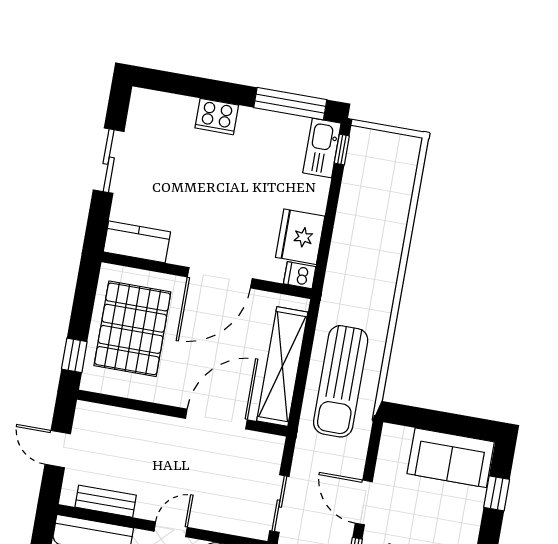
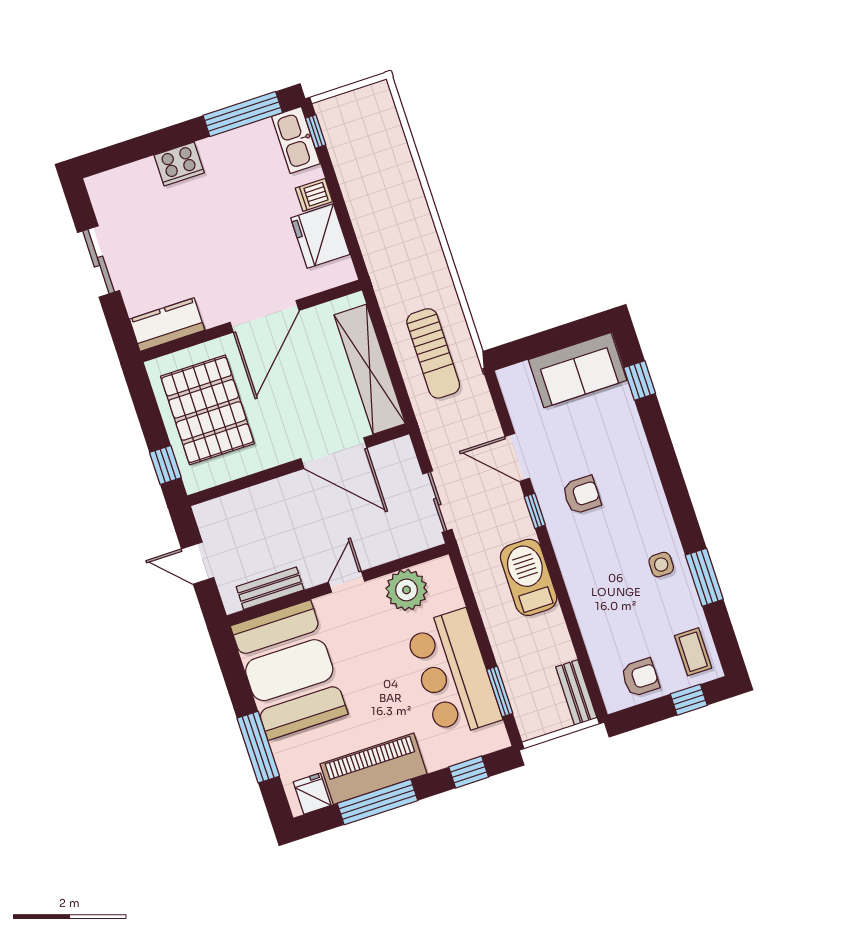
dishwasher: (300, 275) -> (314, 195), moved
sun lounger: (341, 381) -> (433, 353), width x0.73, depth x0.75
door: (216, 419) -> (334, 453), swing flipped

